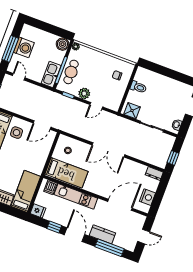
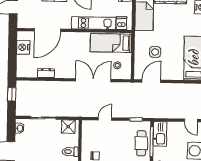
plant: (84, 93) -> (121, 127), removed
side table: (17, 133) -> (155, 52), moved
double door: (108, 150) -> (93, 80), moved
dresser: (154, 173) -> (46, 73), moved

